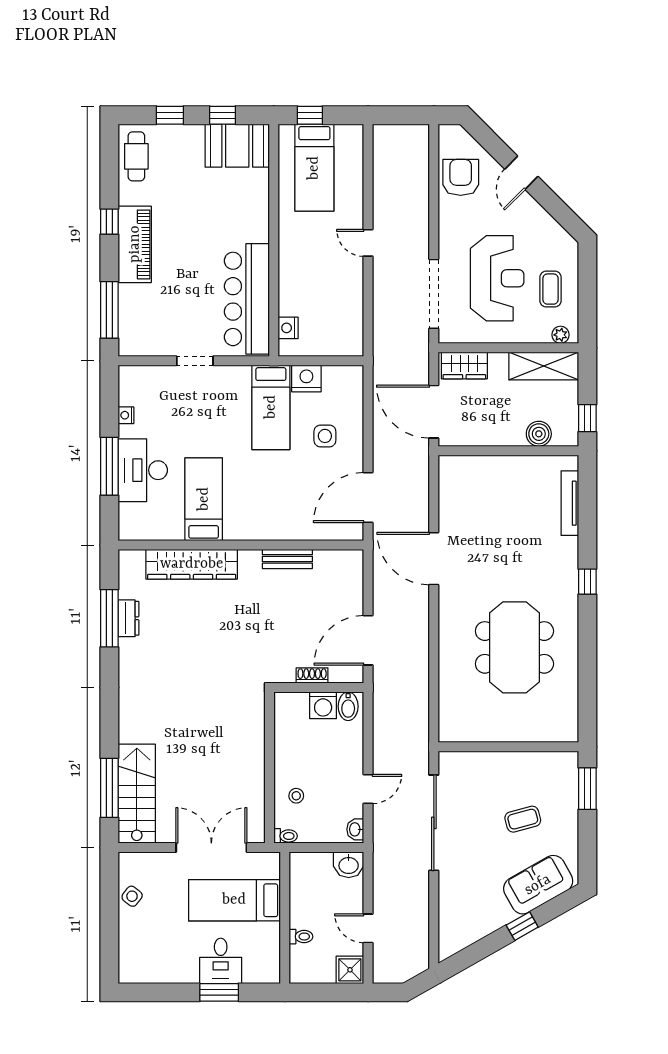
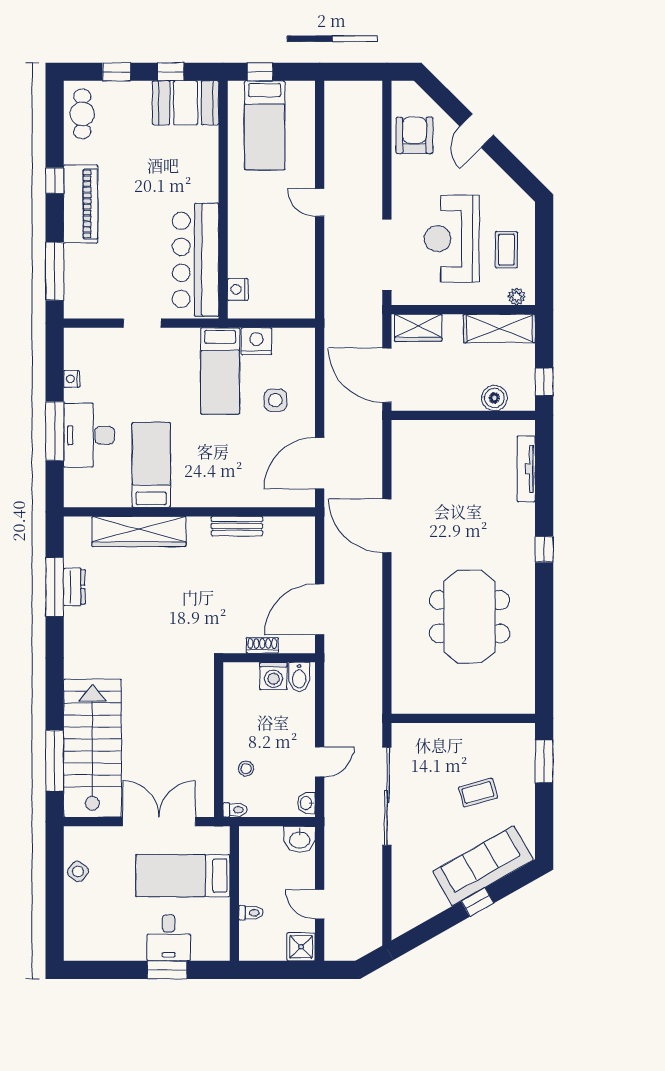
reception desk: (497, 278) -> (452, 239), turned 180
stairs: (137, 794) -> (92, 748), width x1.36, depth x1.51
sofa: (538, 885) -> (483, 866), width x1.36

